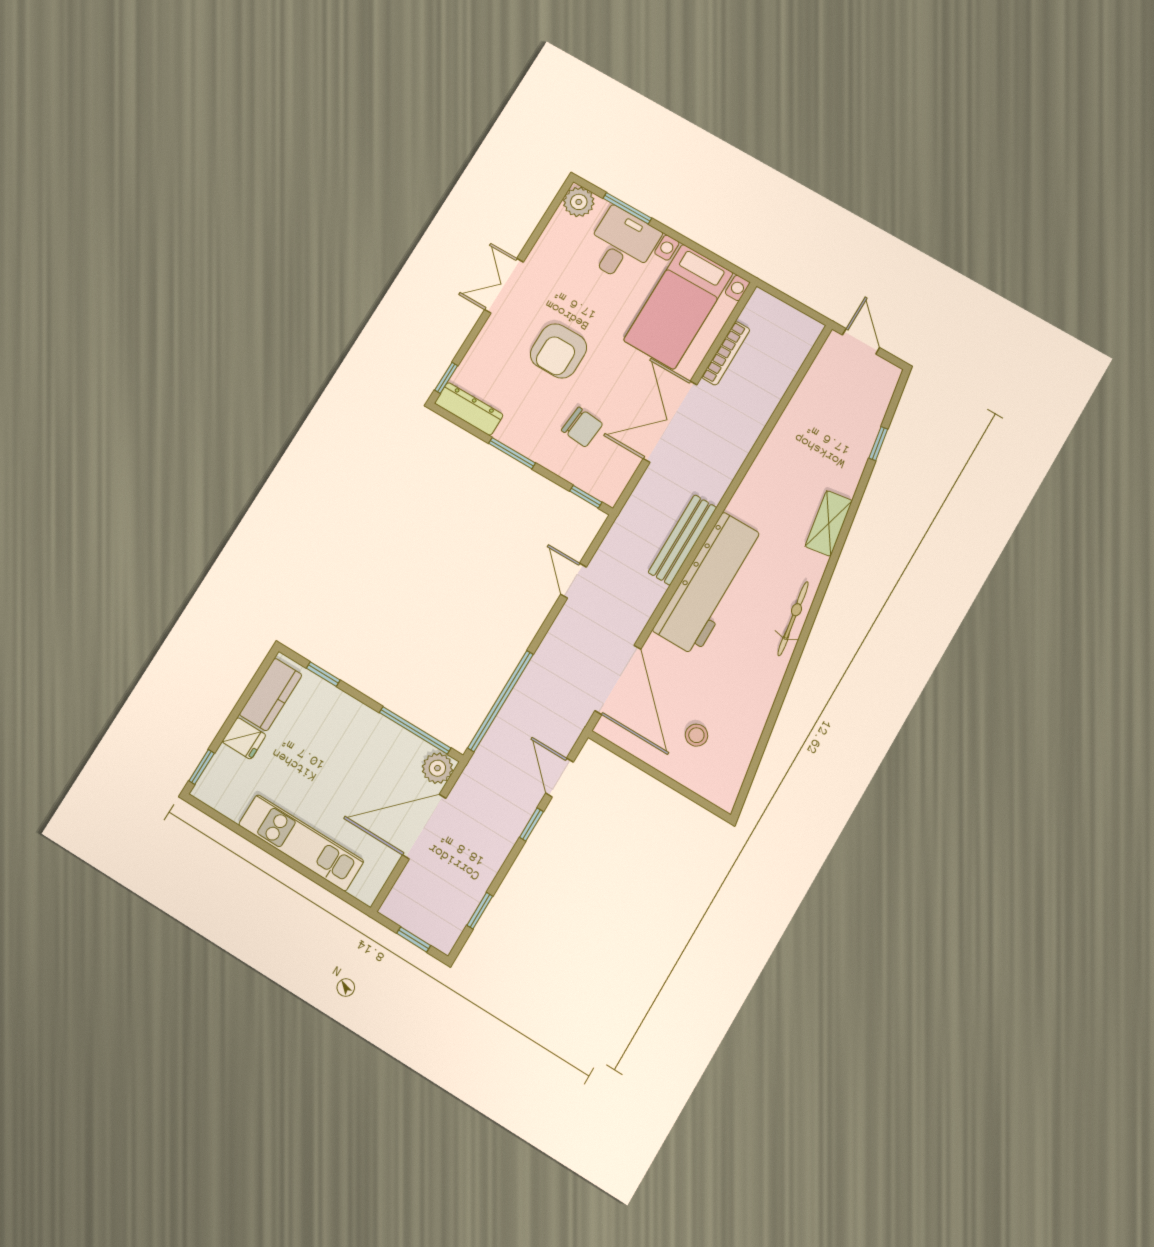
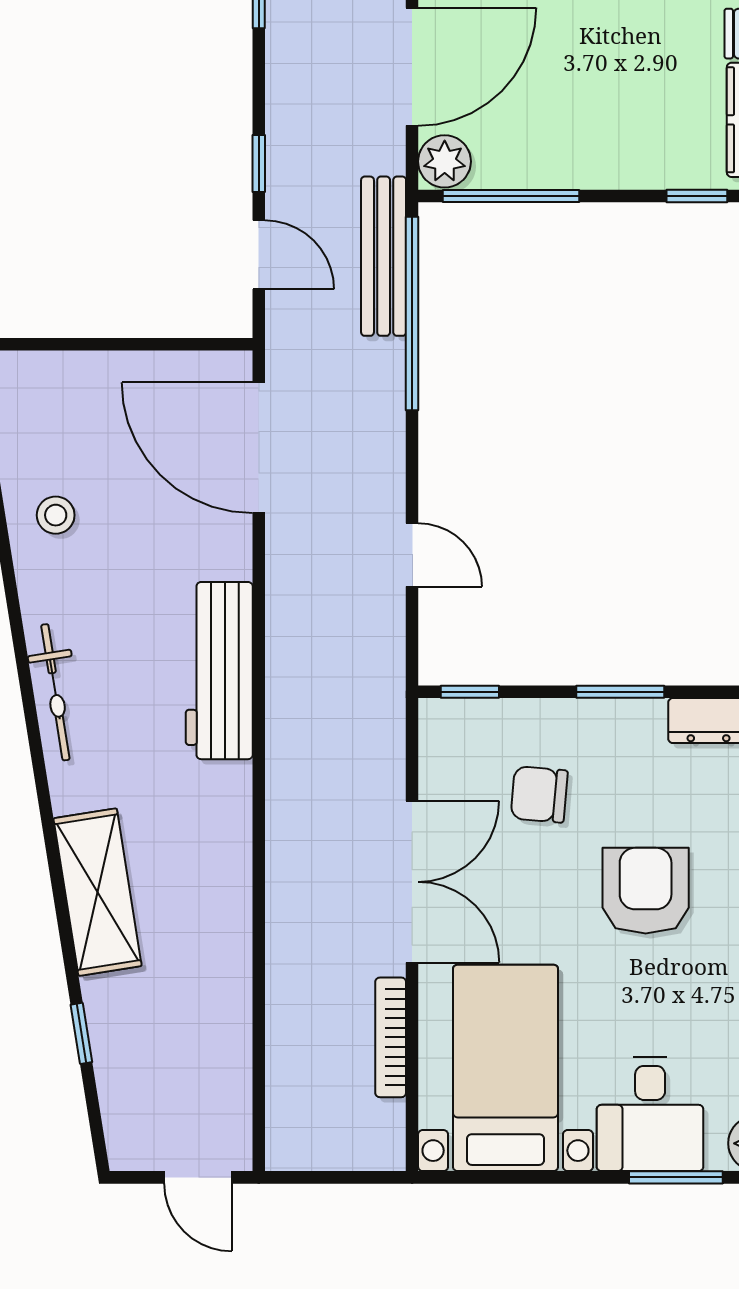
shelving: (829, 523) -> (98, 892), width x1.50, depth x1.33
bench: (682, 540) -> (384, 256), moved
workbench: (709, 584) -> (219, 671), width x0.73, depth x0.76
stool: (696, 735) -> (56, 515), moved

